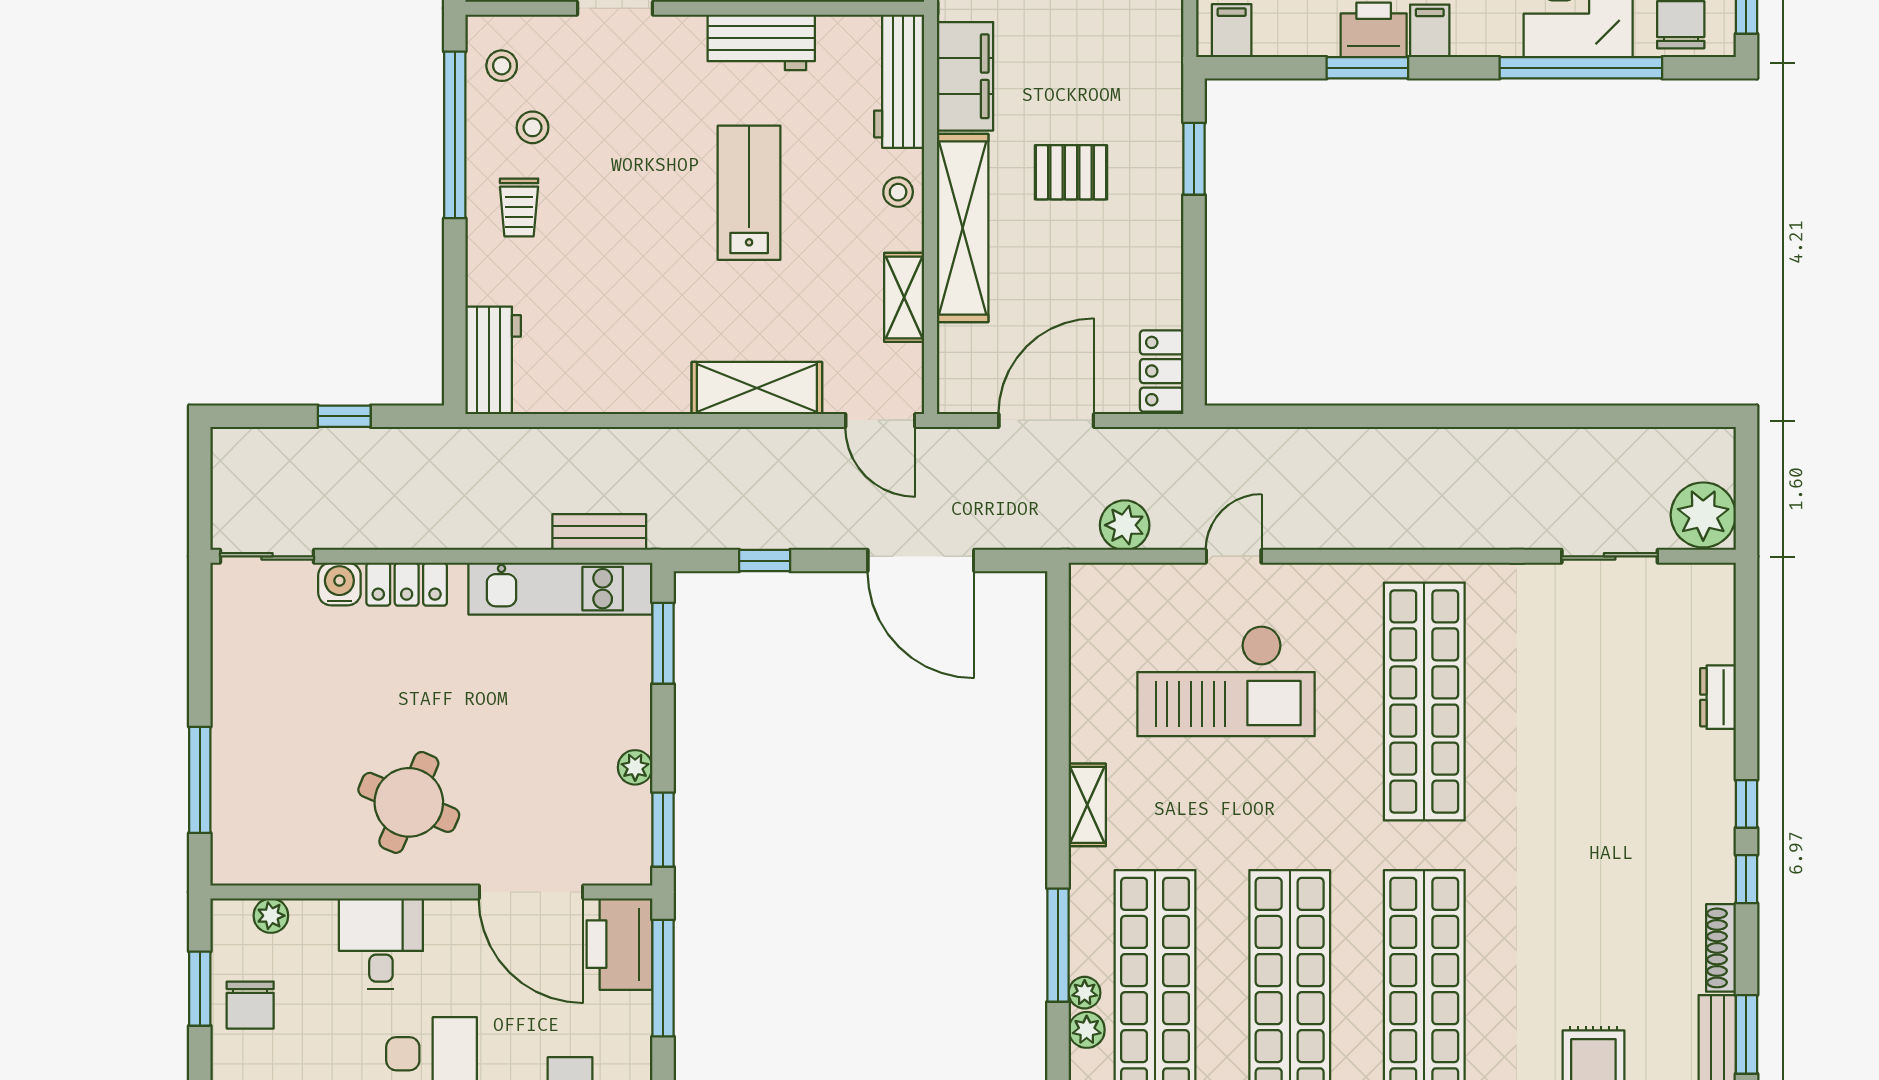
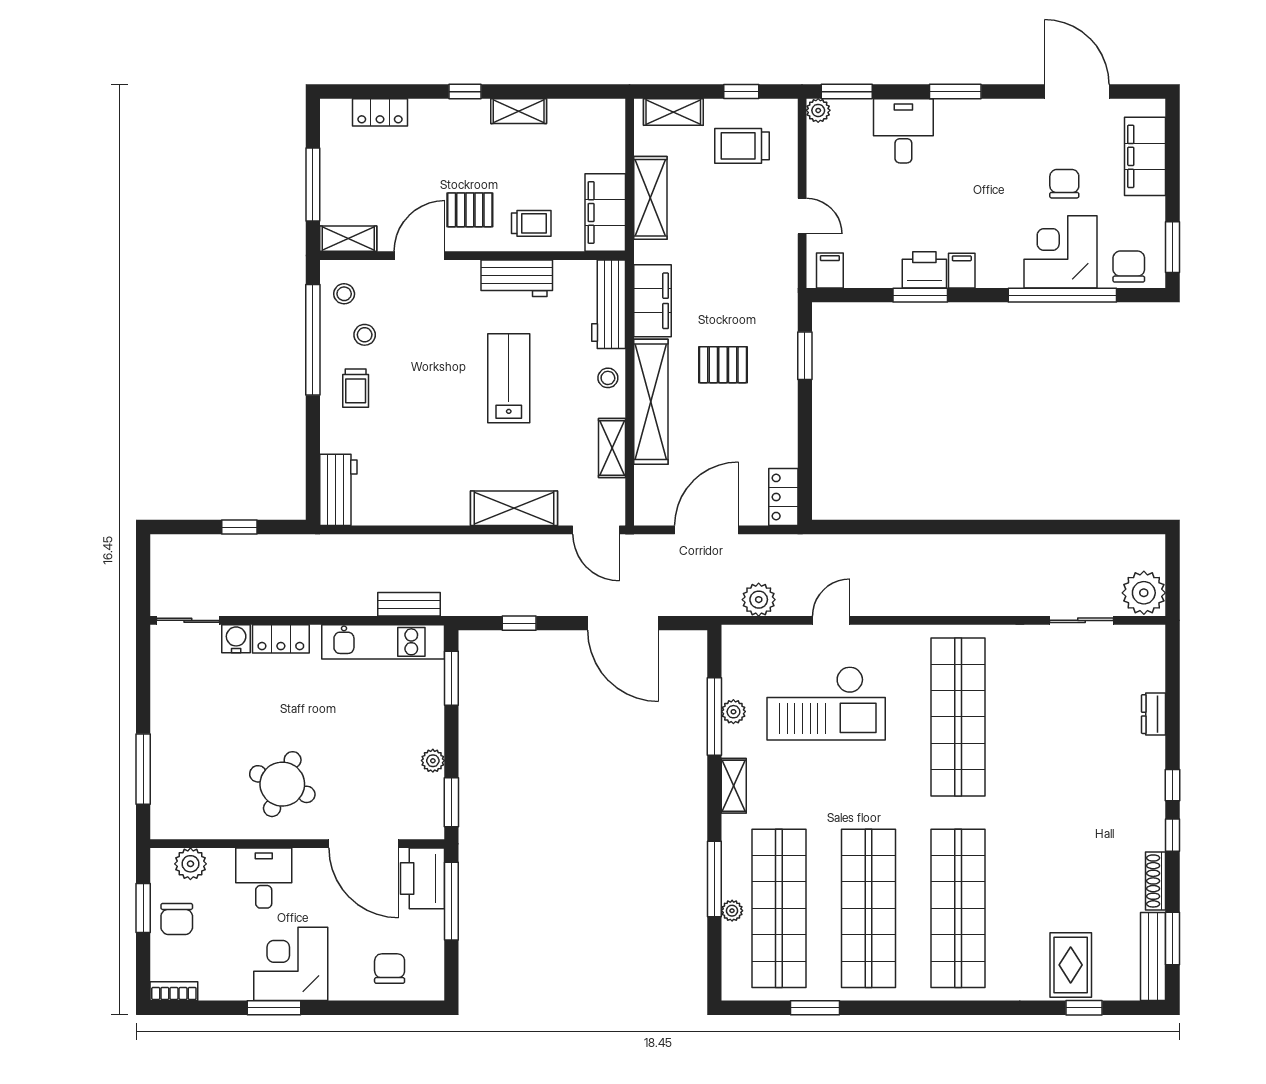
window: (1058, 701) -> (714, 717), added
plant: (271, 916) -> (190, 864), width x1.38, depth x1.38
plant: (1087, 1030) -> (733, 712), moved

